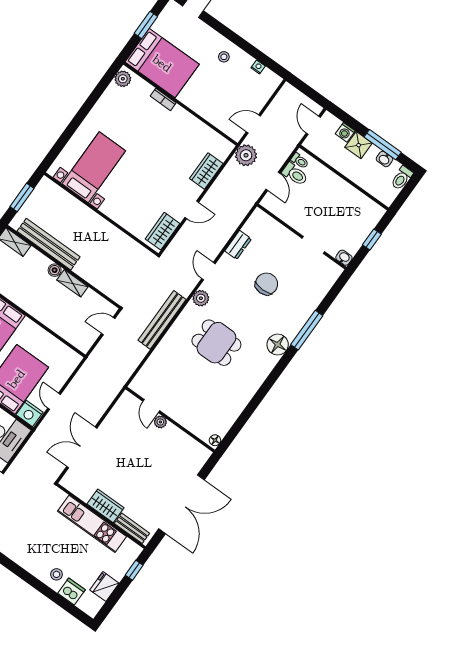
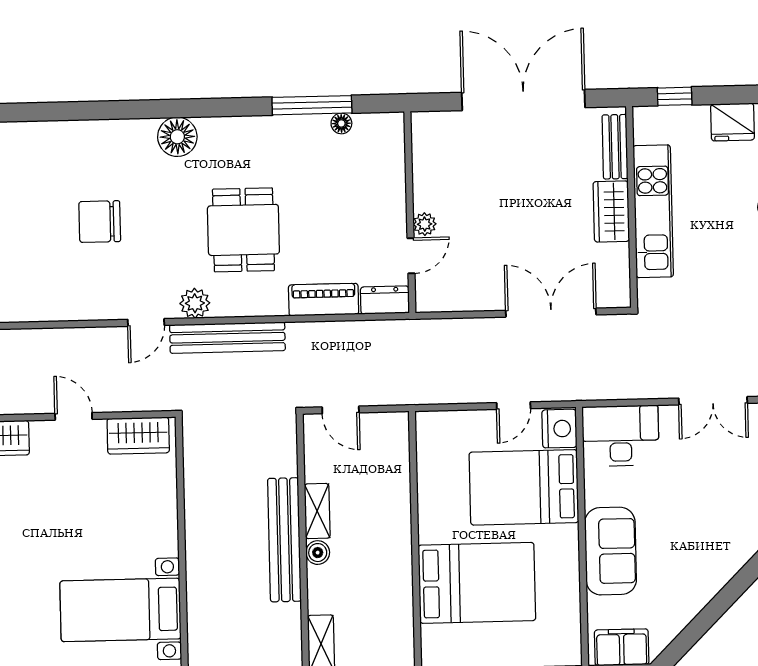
bench: (49, 244) -> (284, 540), moved
dresser: (238, 245) -> (385, 300), moved
bench: (162, 320) -> (227, 338), moved
window: (307, 330) -> (312, 105), moved
piano: (161, 354) -> (324, 300), added
floor lamp: (215, 440) -> (341, 123), moved
double door: (82, 447) -> (551, 313), swing flipped

